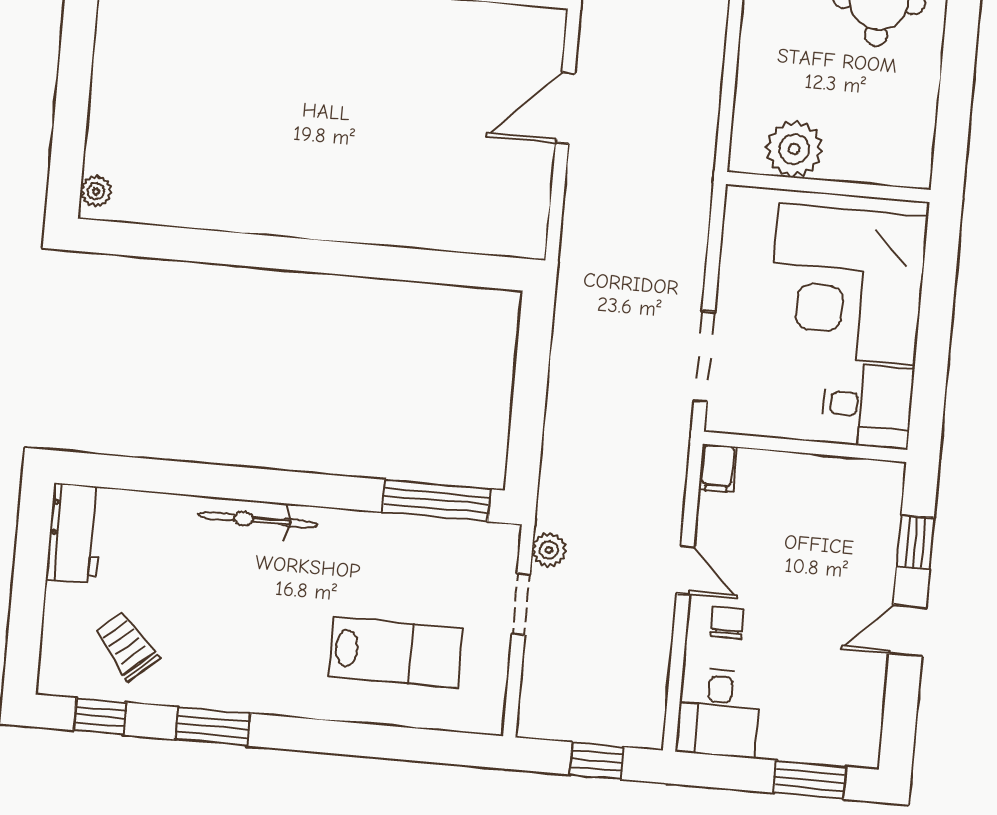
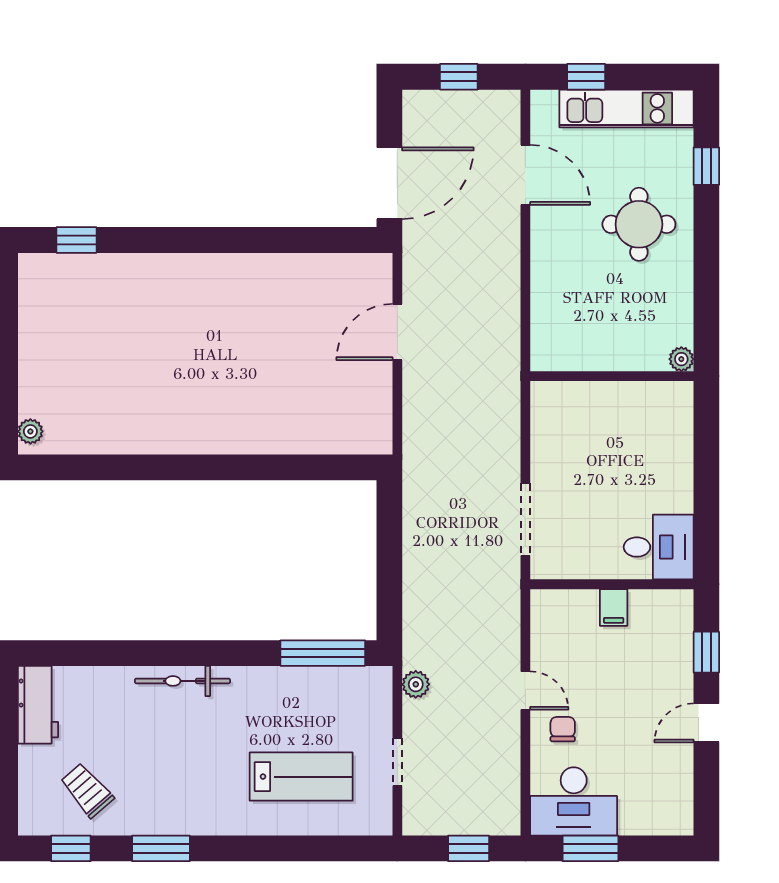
plant: (794, 149) -> (681, 359), moved, width x0.53, depth x0.53
corner desk: (847, 284) -> (634, 452), removed
filing cabinet: (718, 468) -> (614, 607), moved
doorway: (521, 604) -> (397, 762), moved
desk: (718, 713) -> (574, 801), width x1.37
window: (810, 780) -> (590, 848), moved

